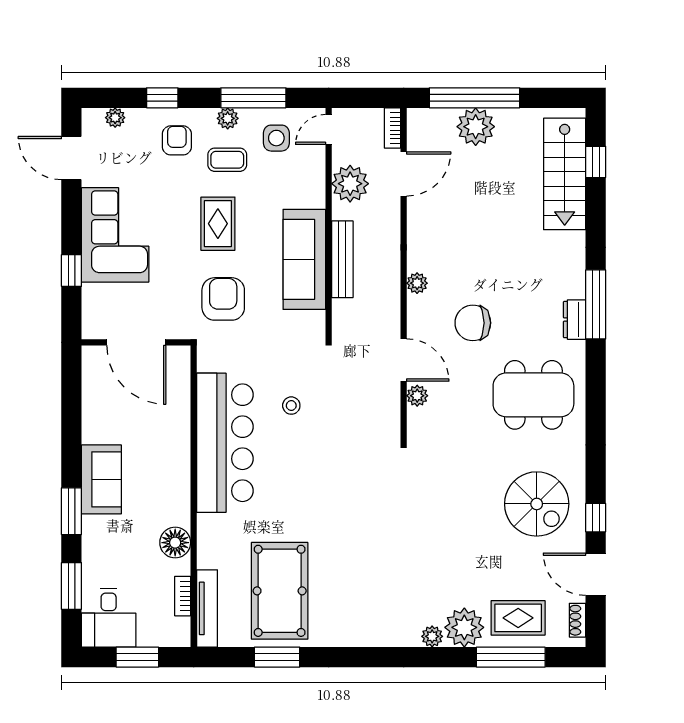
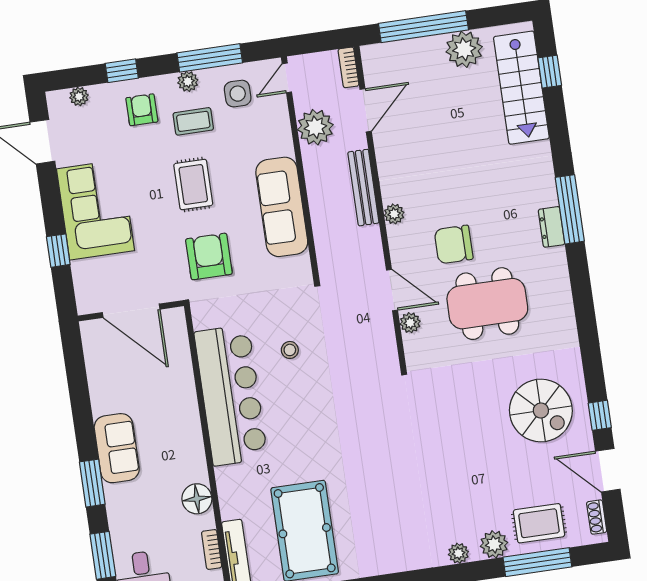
plant: (476, 127) -> (464, 49), moved
bench: (342, 259) -> (363, 188), moved
dining table: (533, 395) -> (487, 304), moved
plant: (464, 627) -> (494, 544), width x0.73, depth x0.73

